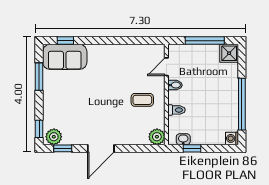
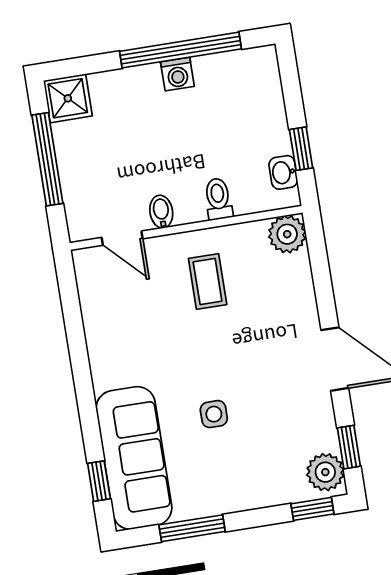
sofa: (65, 57) -> (134, 458), width x1.36
side table: (86, 94) -> (214, 414), added
washing machine: (232, 138) -> (177, 74), moved

